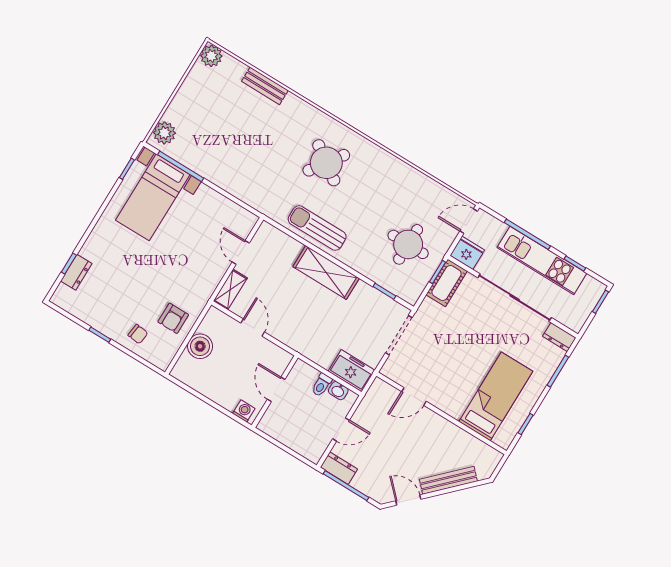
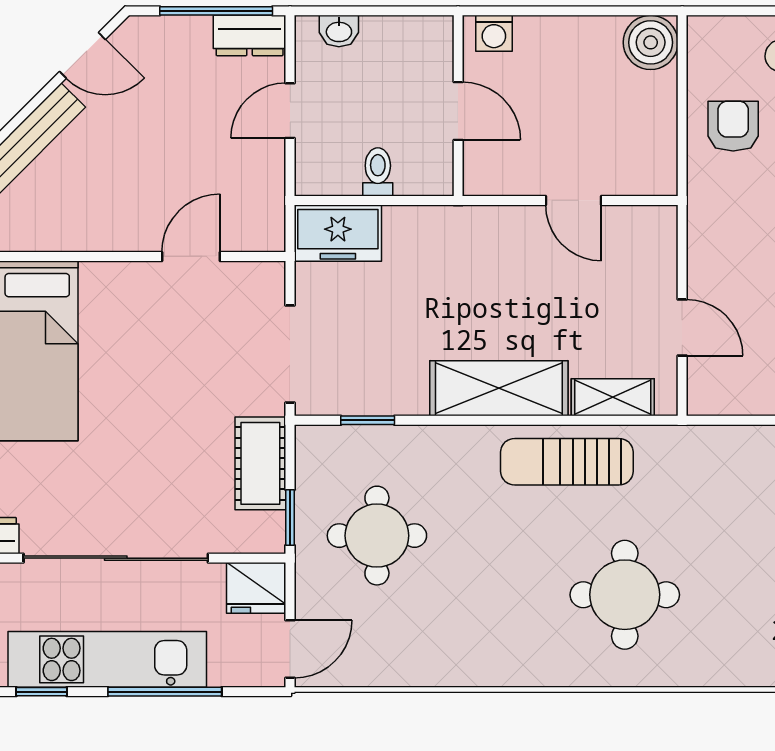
round table: (326, 163) -> (625, 595), turned -35
sun lounger: (317, 228) -> (567, 462), turned 180
cot: (447, 283) -> (260, 463), moved
shelving: (230, 289) -> (613, 397), moved, turned 90
boiler: (200, 346) -> (651, 42), moved
washbasin: (338, 391) -> (339, 31), moved, turned 180

